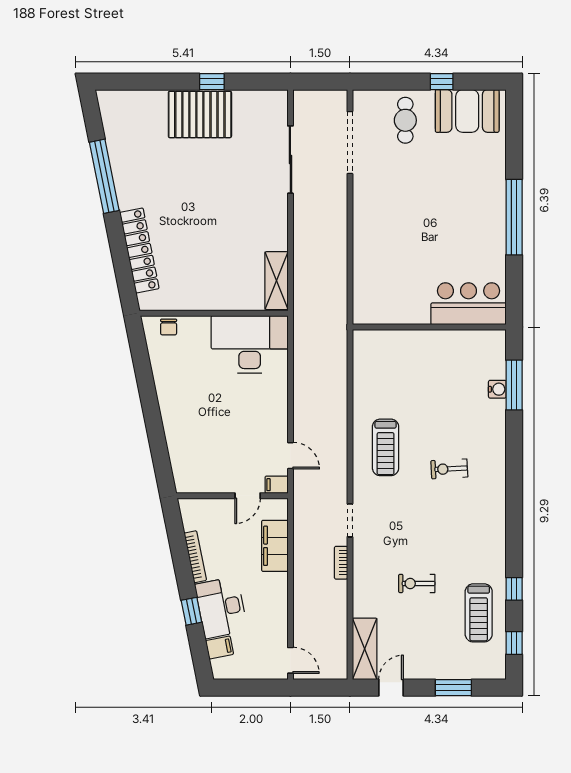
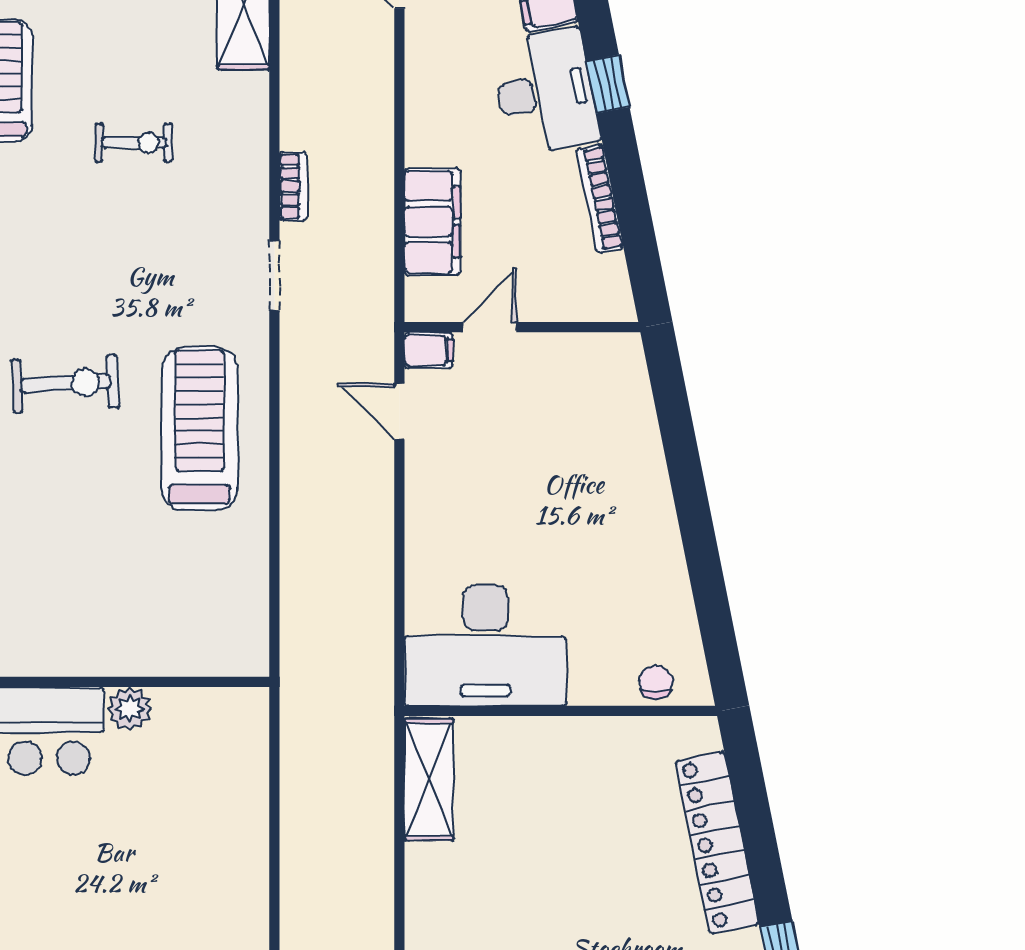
plant: (419, 314) -> (130, 709), added
treadmill: (386, 447) -> (200, 429), width x1.37, depth x1.38
exercise bike: (449, 469) -> (65, 384), width x1.38, depth x1.39

